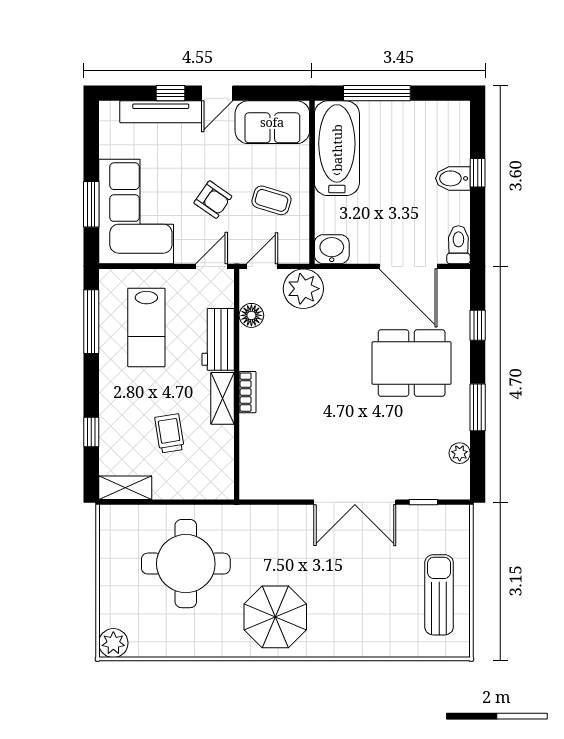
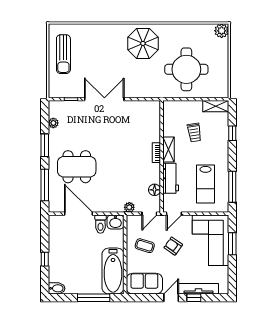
bidet: (453, 178) -> (57, 288), moved
toilet: (458, 245) -> (100, 224), moved
plant: (303, 289) -> (129, 207), width x0.53, depth x0.53
window: (478, 325) -> (45, 185), width x2.17
lab bench: (146, 328) -> (206, 184), turned 180

